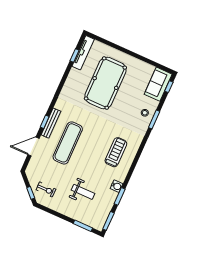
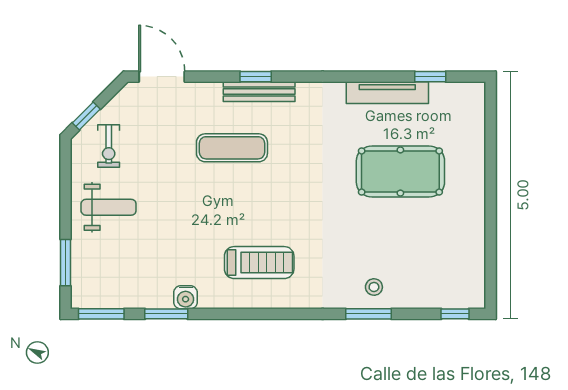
tv unit: (83, 53) -> (387, 93), moved
pool table: (105, 83) -> (400, 172), width x0.73, depth x0.76
sofa: (158, 84) -> (450, 288), removed
exercise mat: (68, 143) -> (232, 148), width x0.73, depth x0.69
door: (34, 147) -> (162, 77), moved
weight bench: (83, 192) -> (109, 207), moved, turned -90

